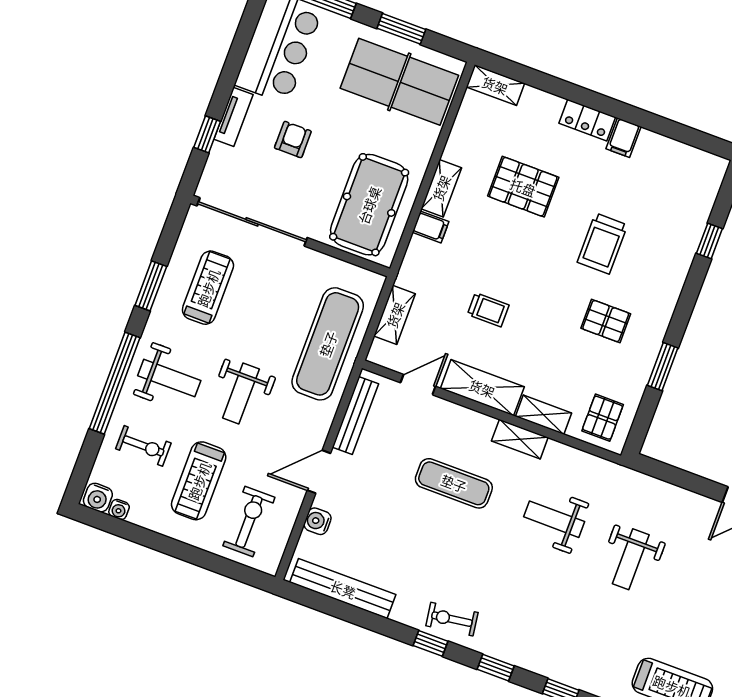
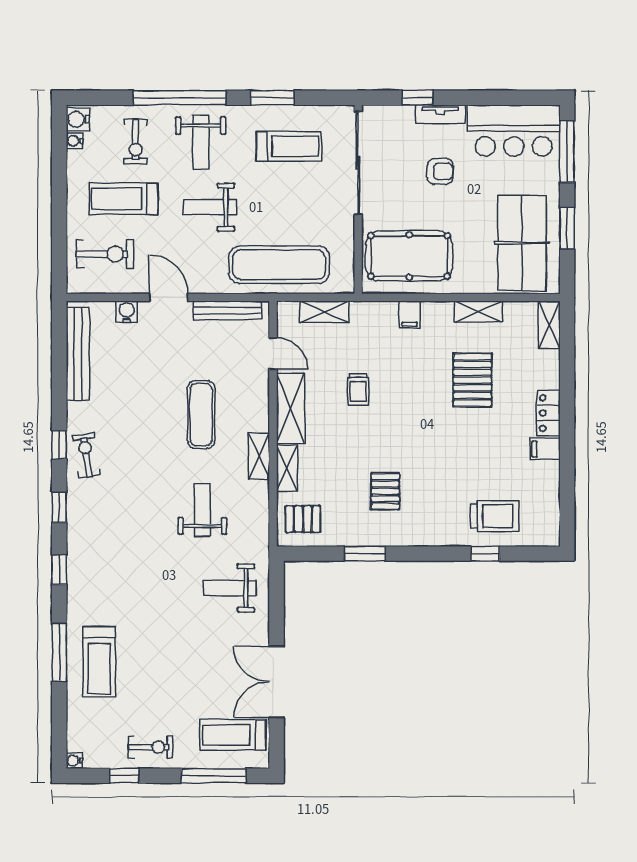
shelving: (441, 188) -> (478, 312), moved
trolley: (602, 244) -> (494, 516), moved, turned 180
weight bench: (631, 559) -> (230, 588), moved

